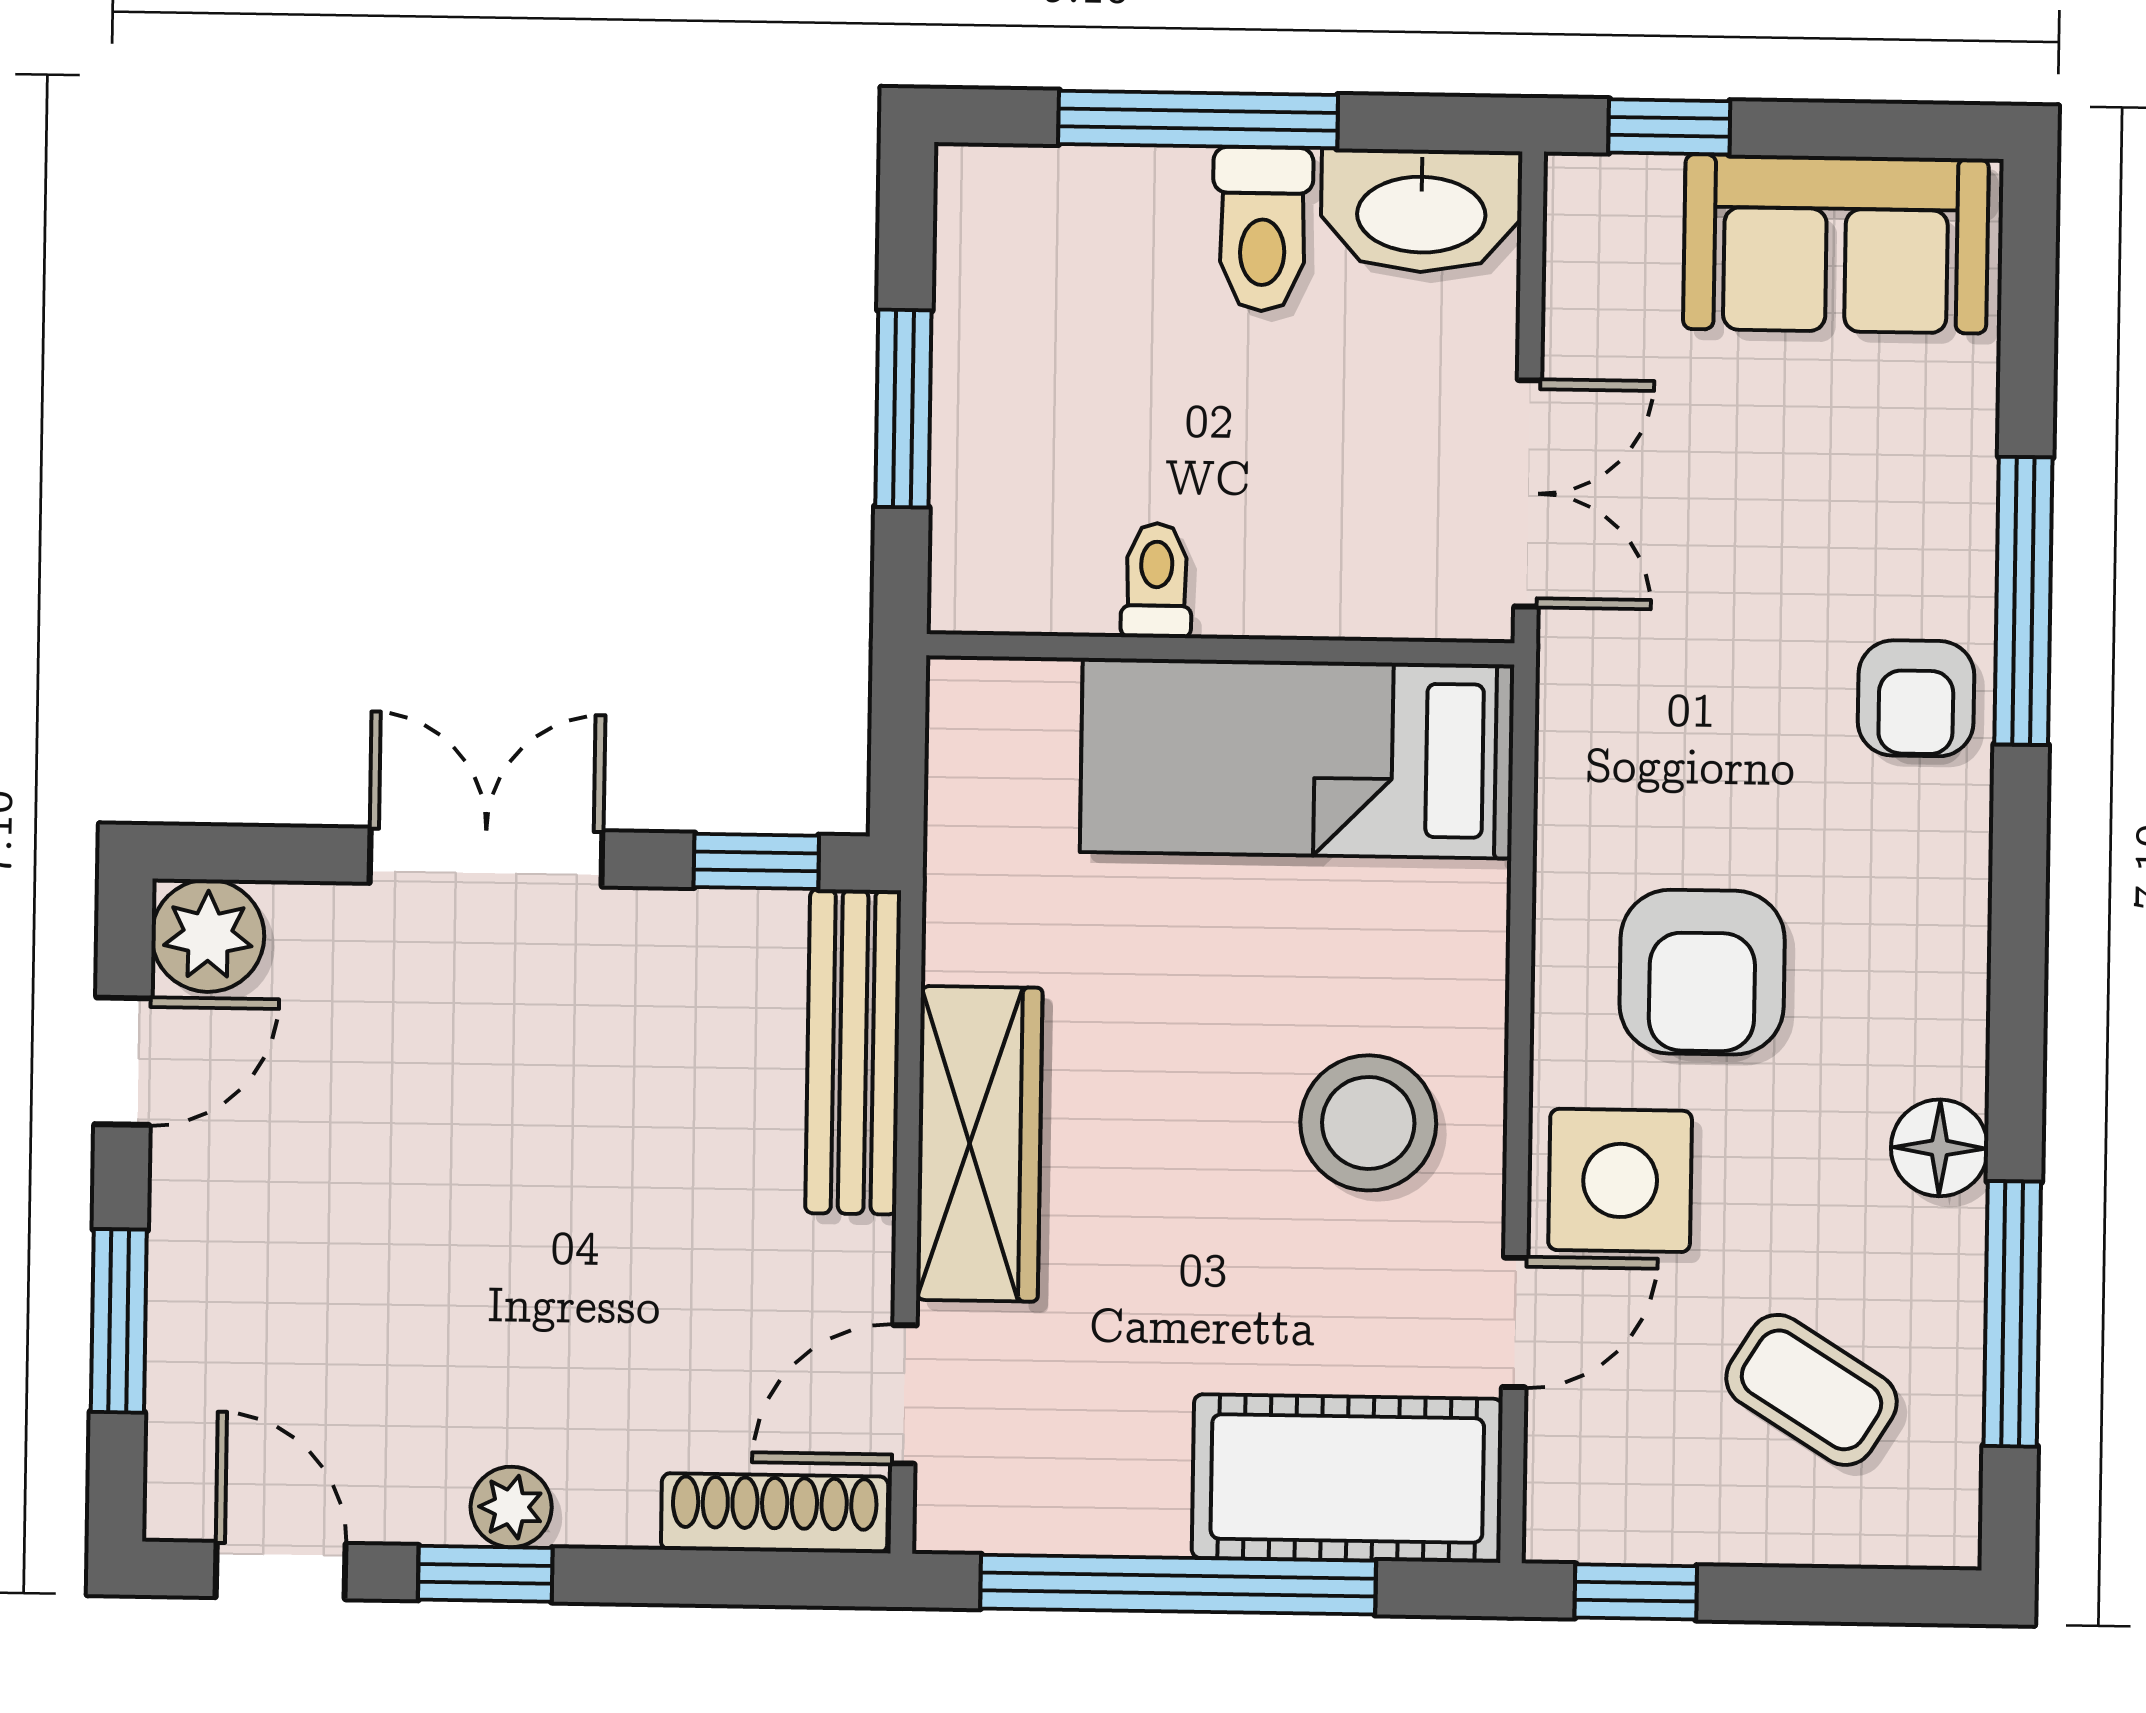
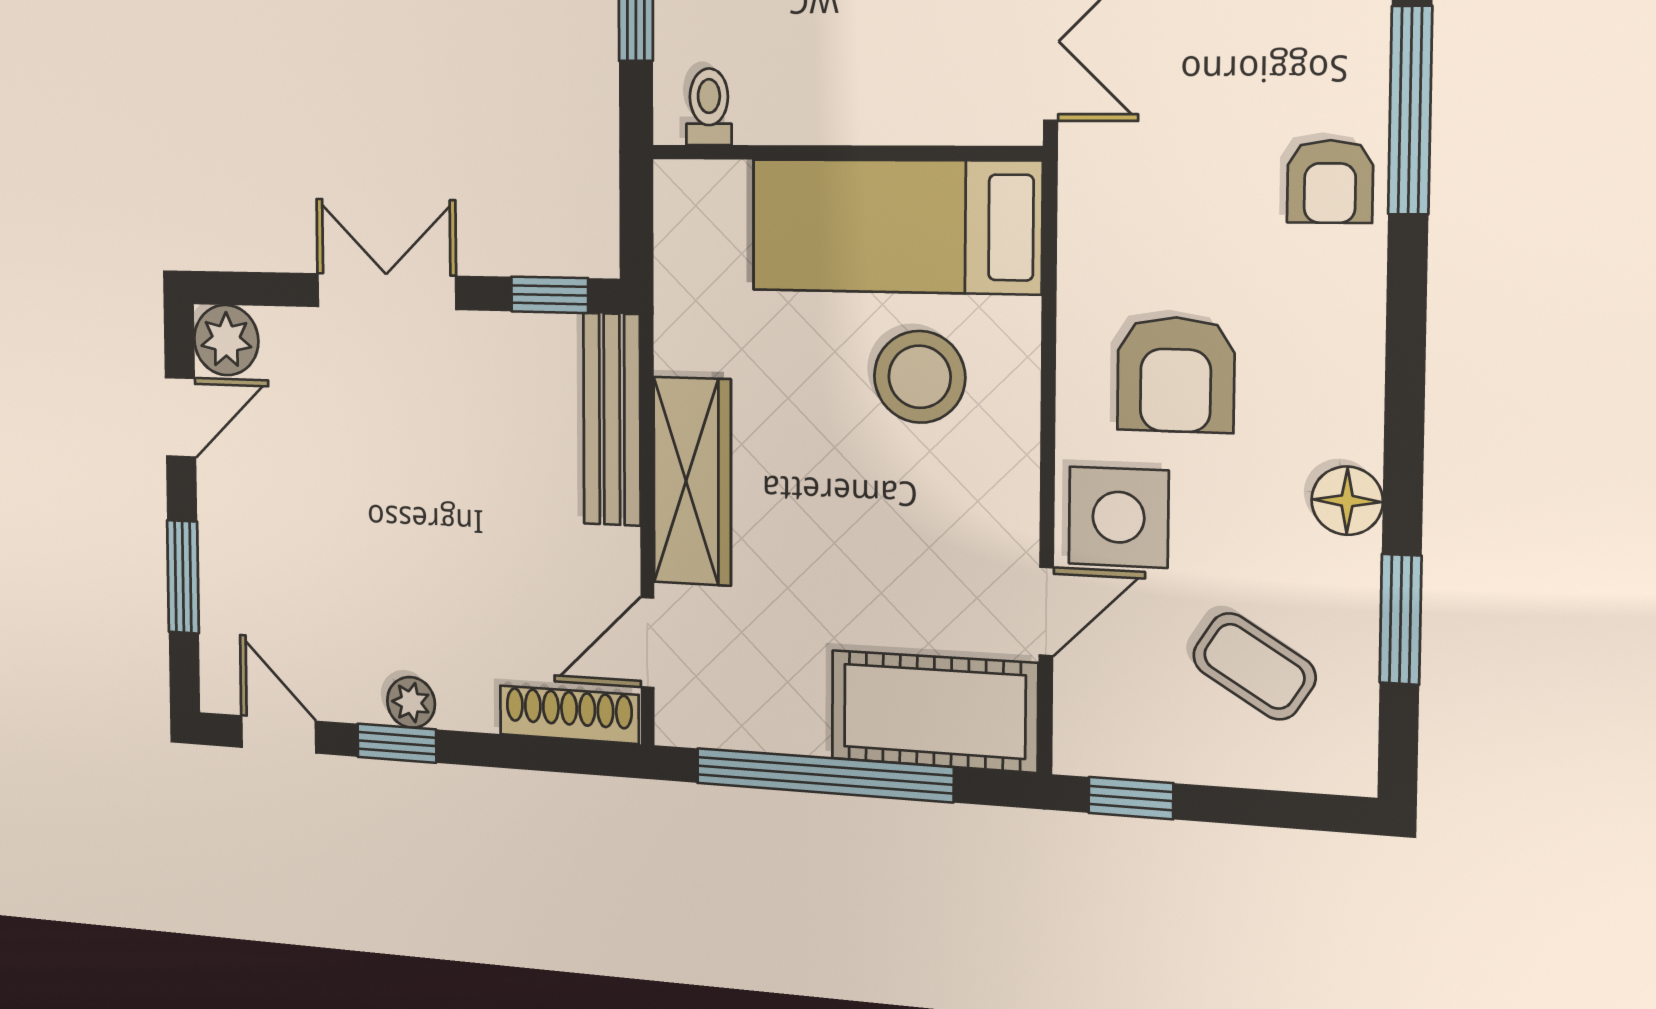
toilet: (1157, 580) -> (709, 107), moved
stool: (1368, 1123) -> (920, 377), moved
window: (2012, 1314) -> (1401, 619), width x0.69

